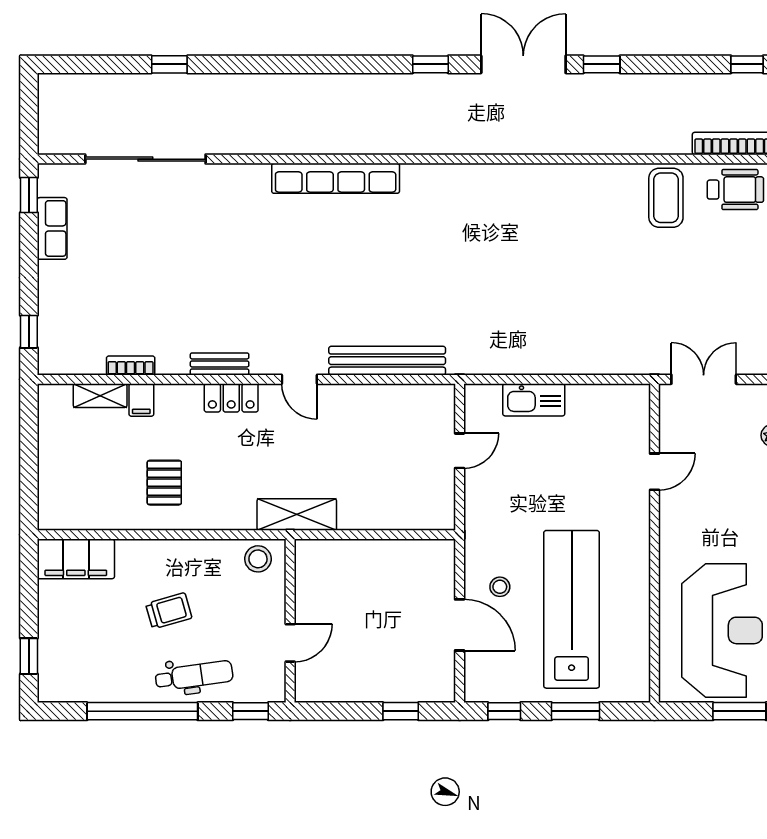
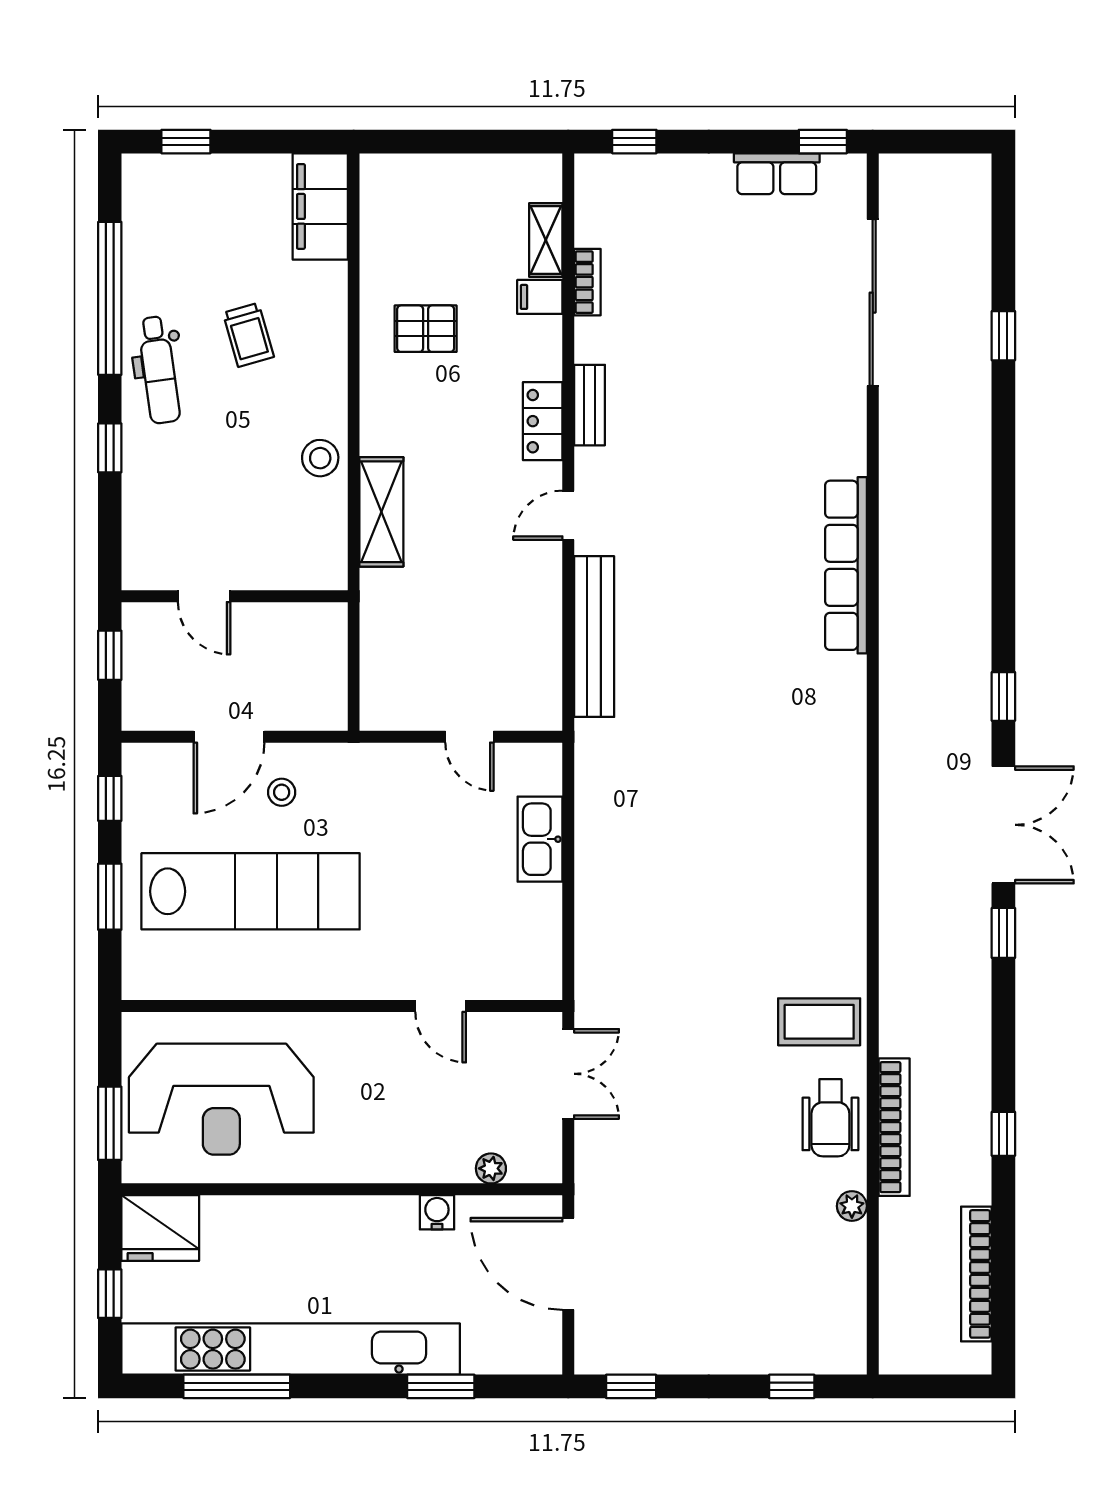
wall: (290, 621) -> (235, 596), moved
door: (290, 643) -> (204, 596), moved

